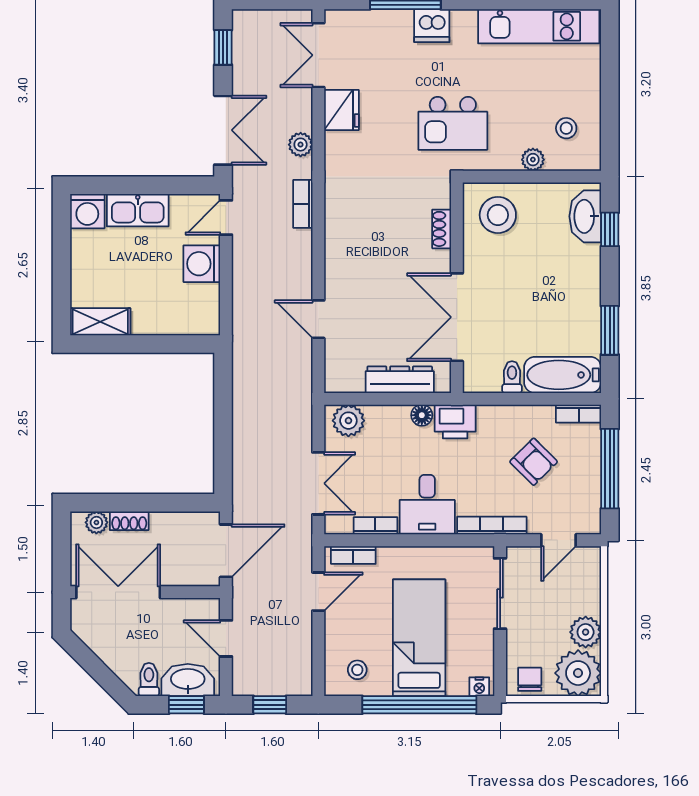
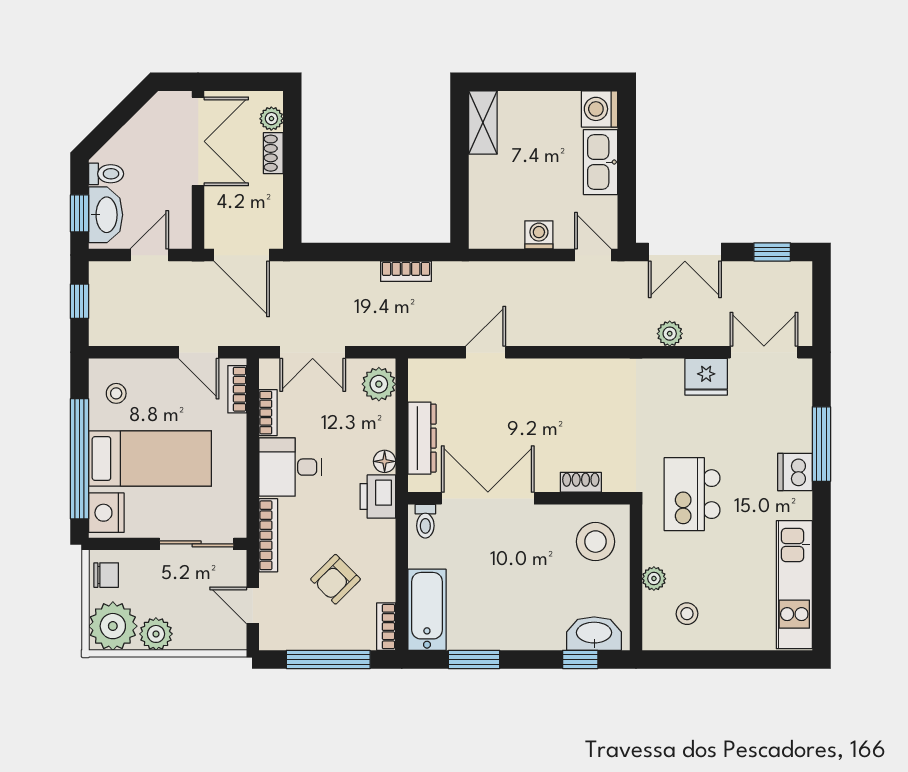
bookcase: (303, 204) -> (406, 271), moved, turned 180
washing machine: (202, 264) -> (539, 235), width x0.73, depth x0.73
toilet: (512, 377) -> (425, 521), moved, turned 90
nightstand: (479, 687) -> (106, 513), width x1.89, depth x1.79

